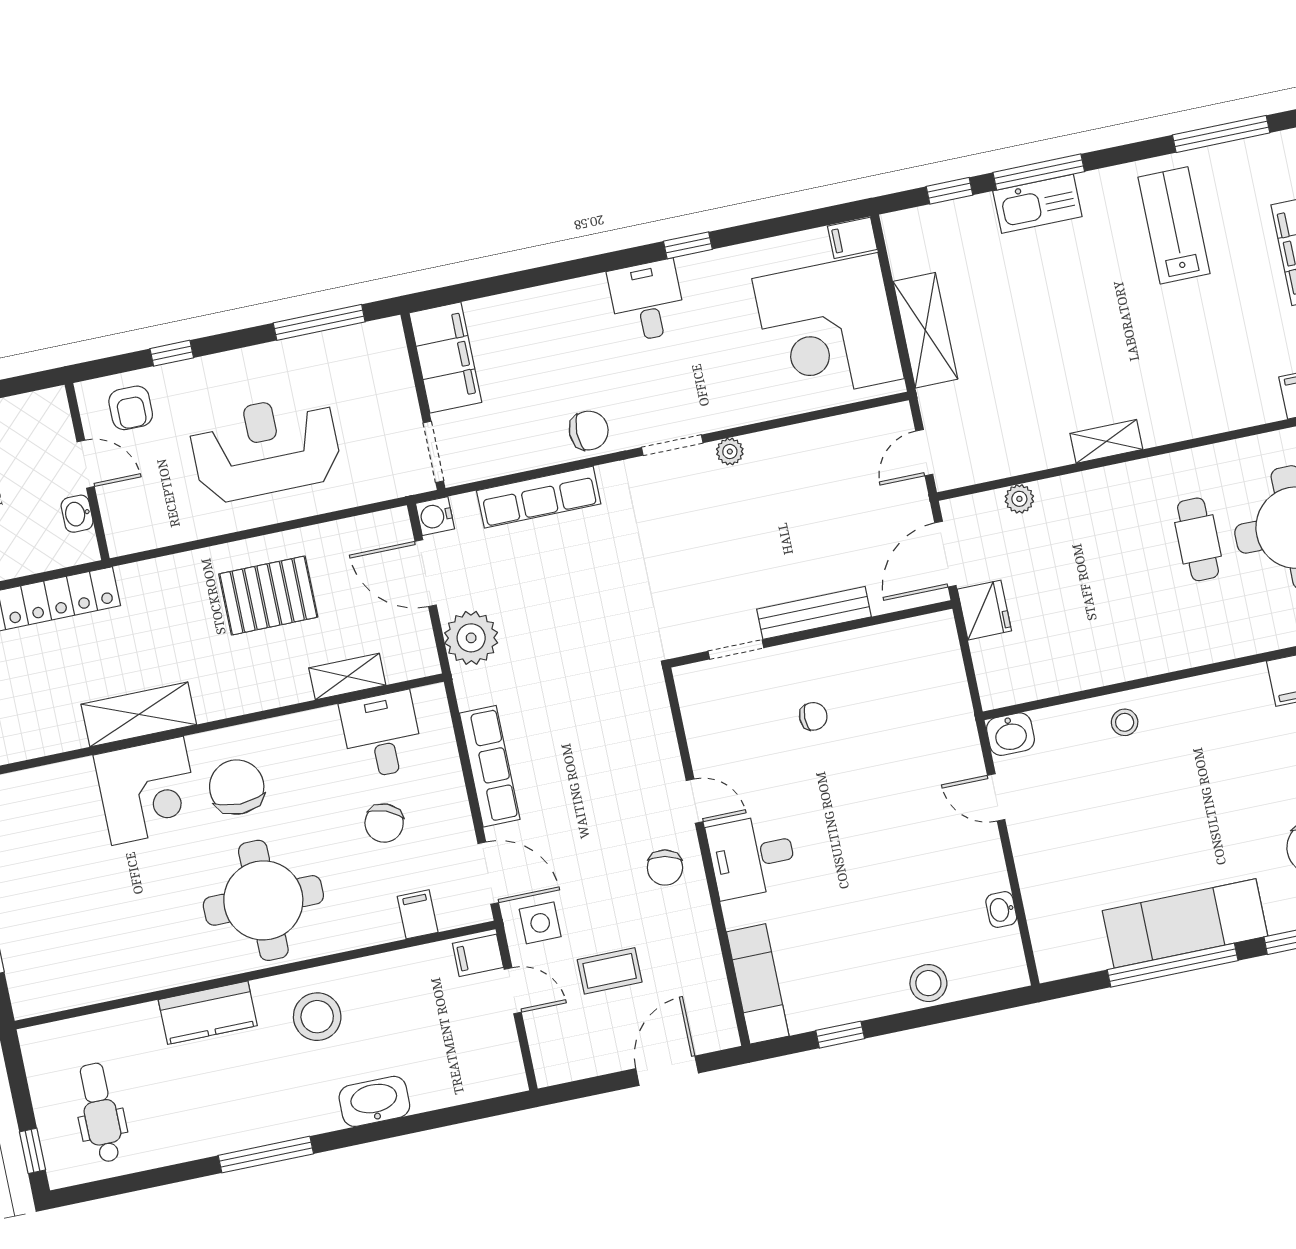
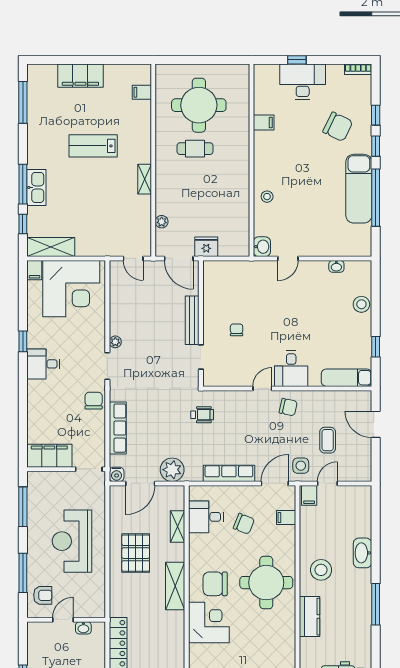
lab bench: (1174, 225) -> (93, 146), moved
shelving: (925, 330) -> (51, 247), moved
window: (172, 353) -> (23, 573), width x2.17
wheelchair: (608, 679) -> (202, 415), added
shelving: (139, 714) -> (175, 586), moved

